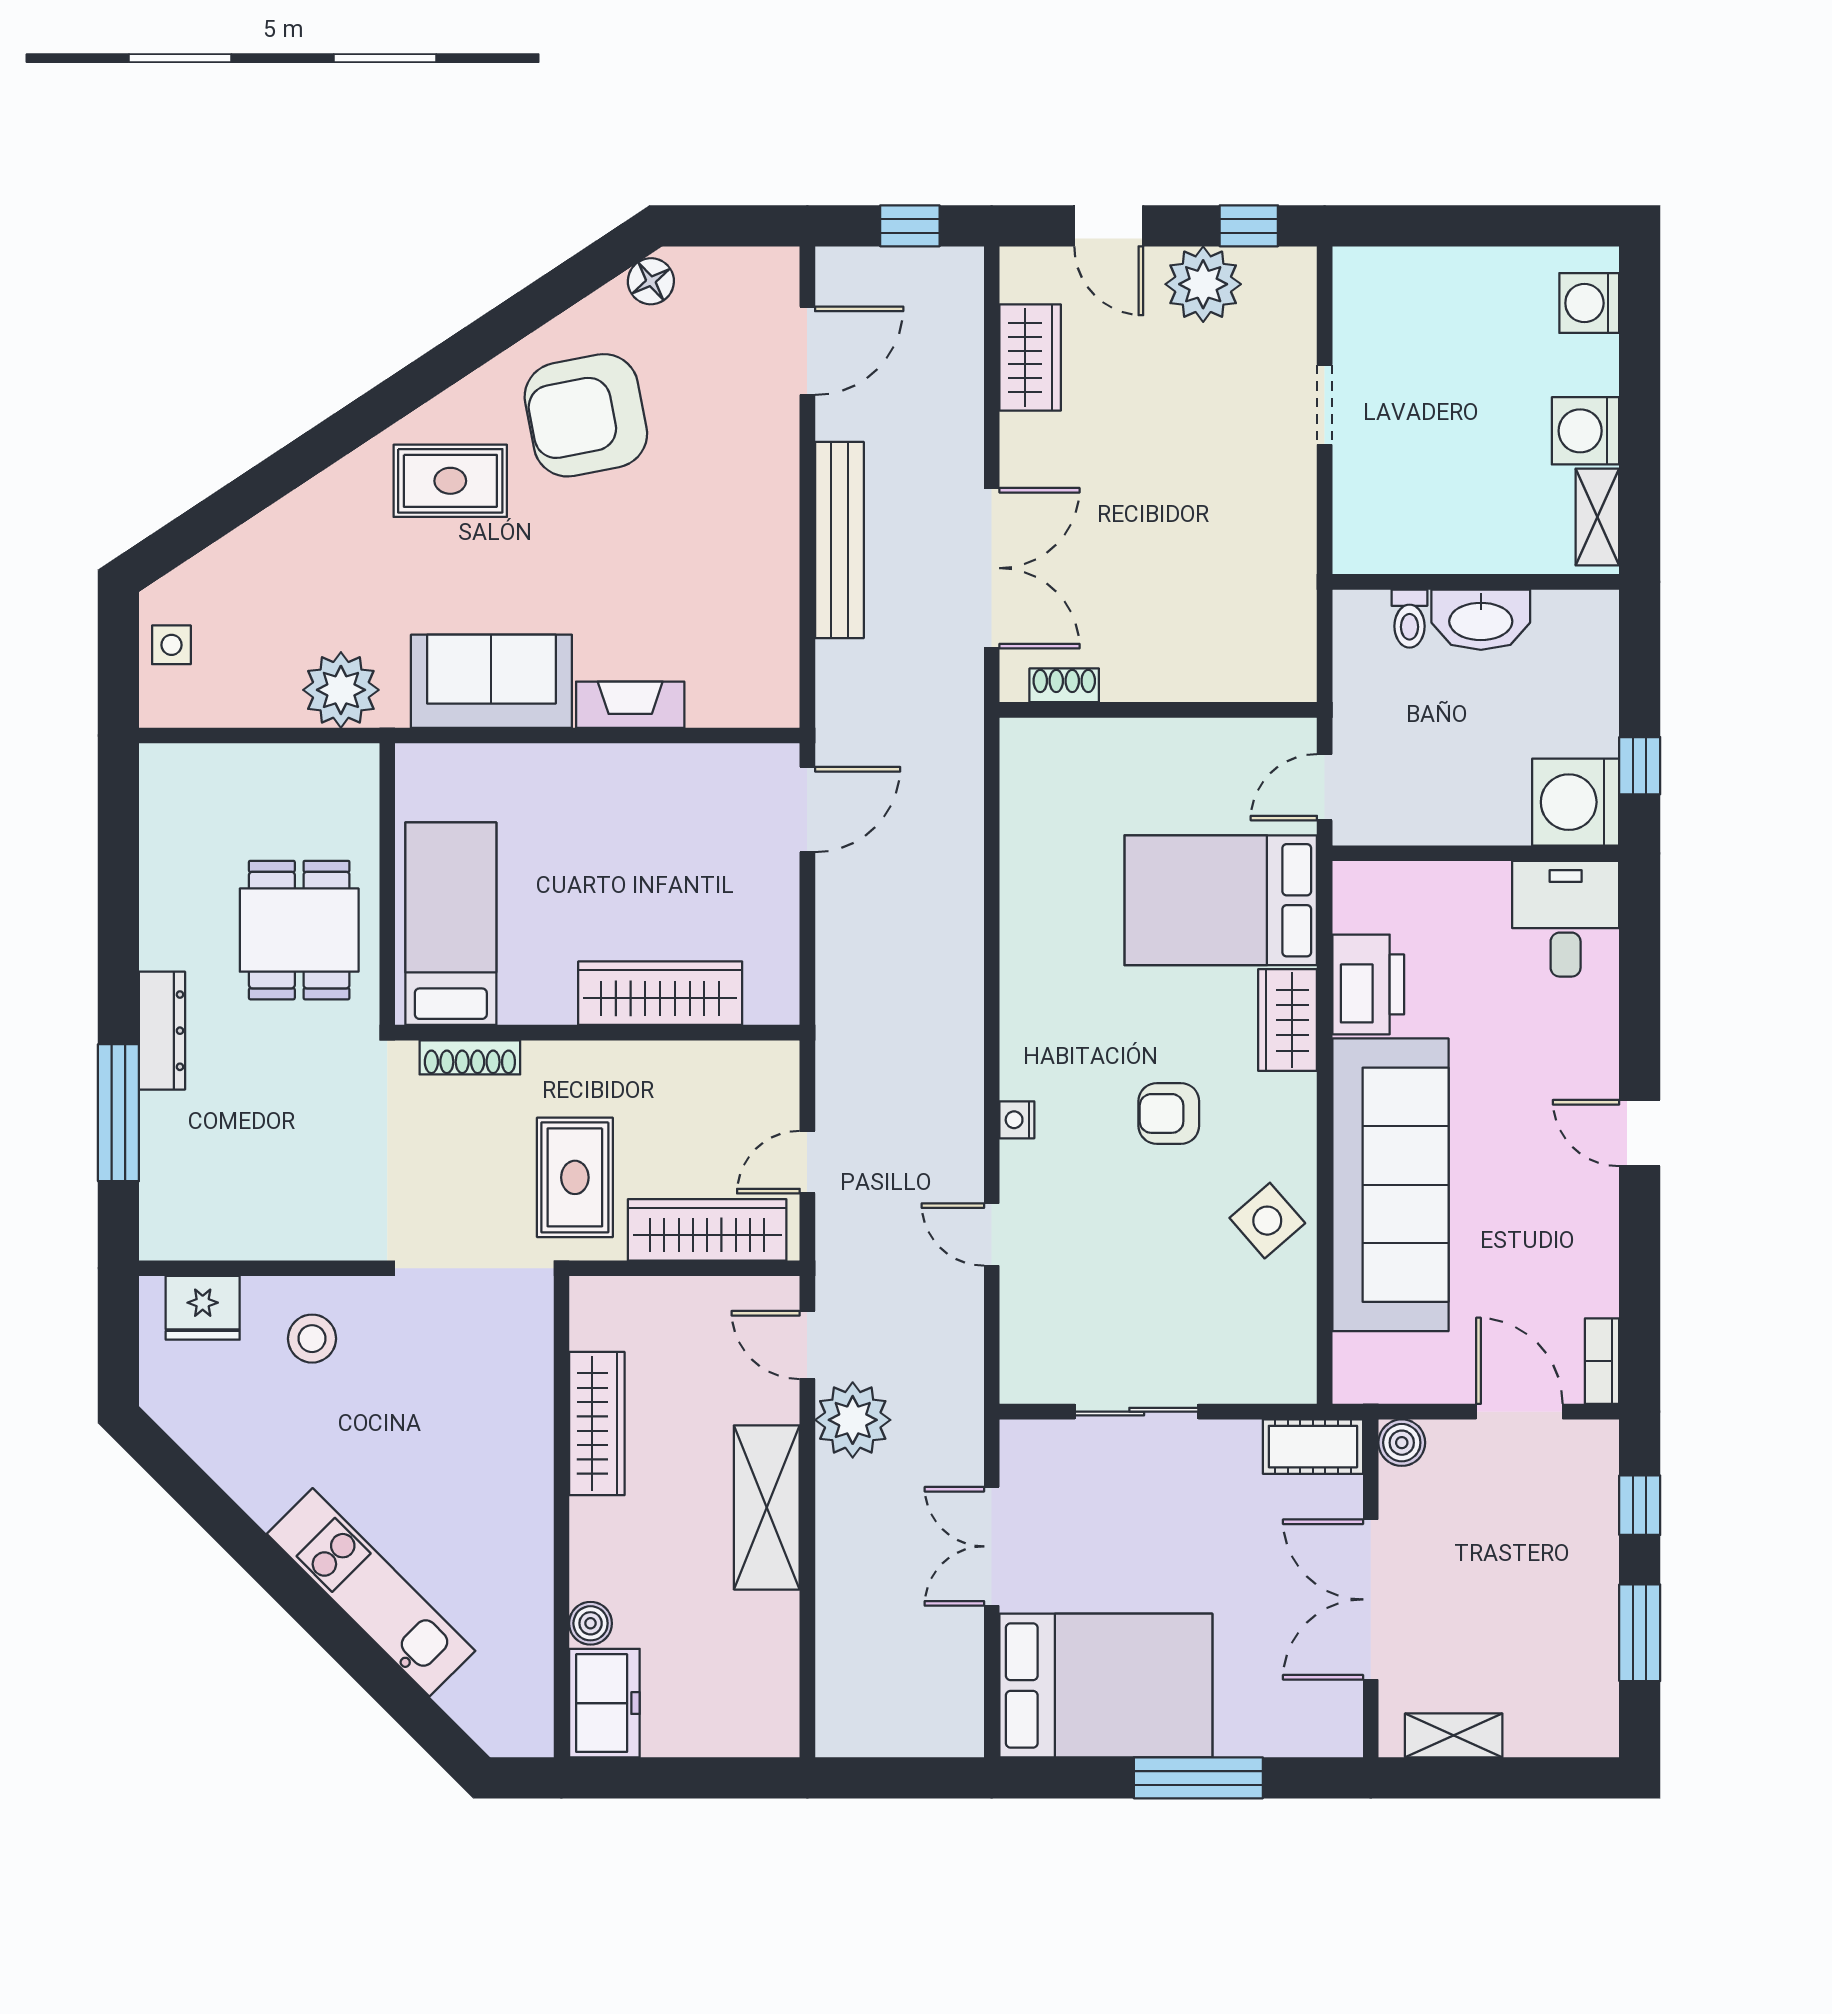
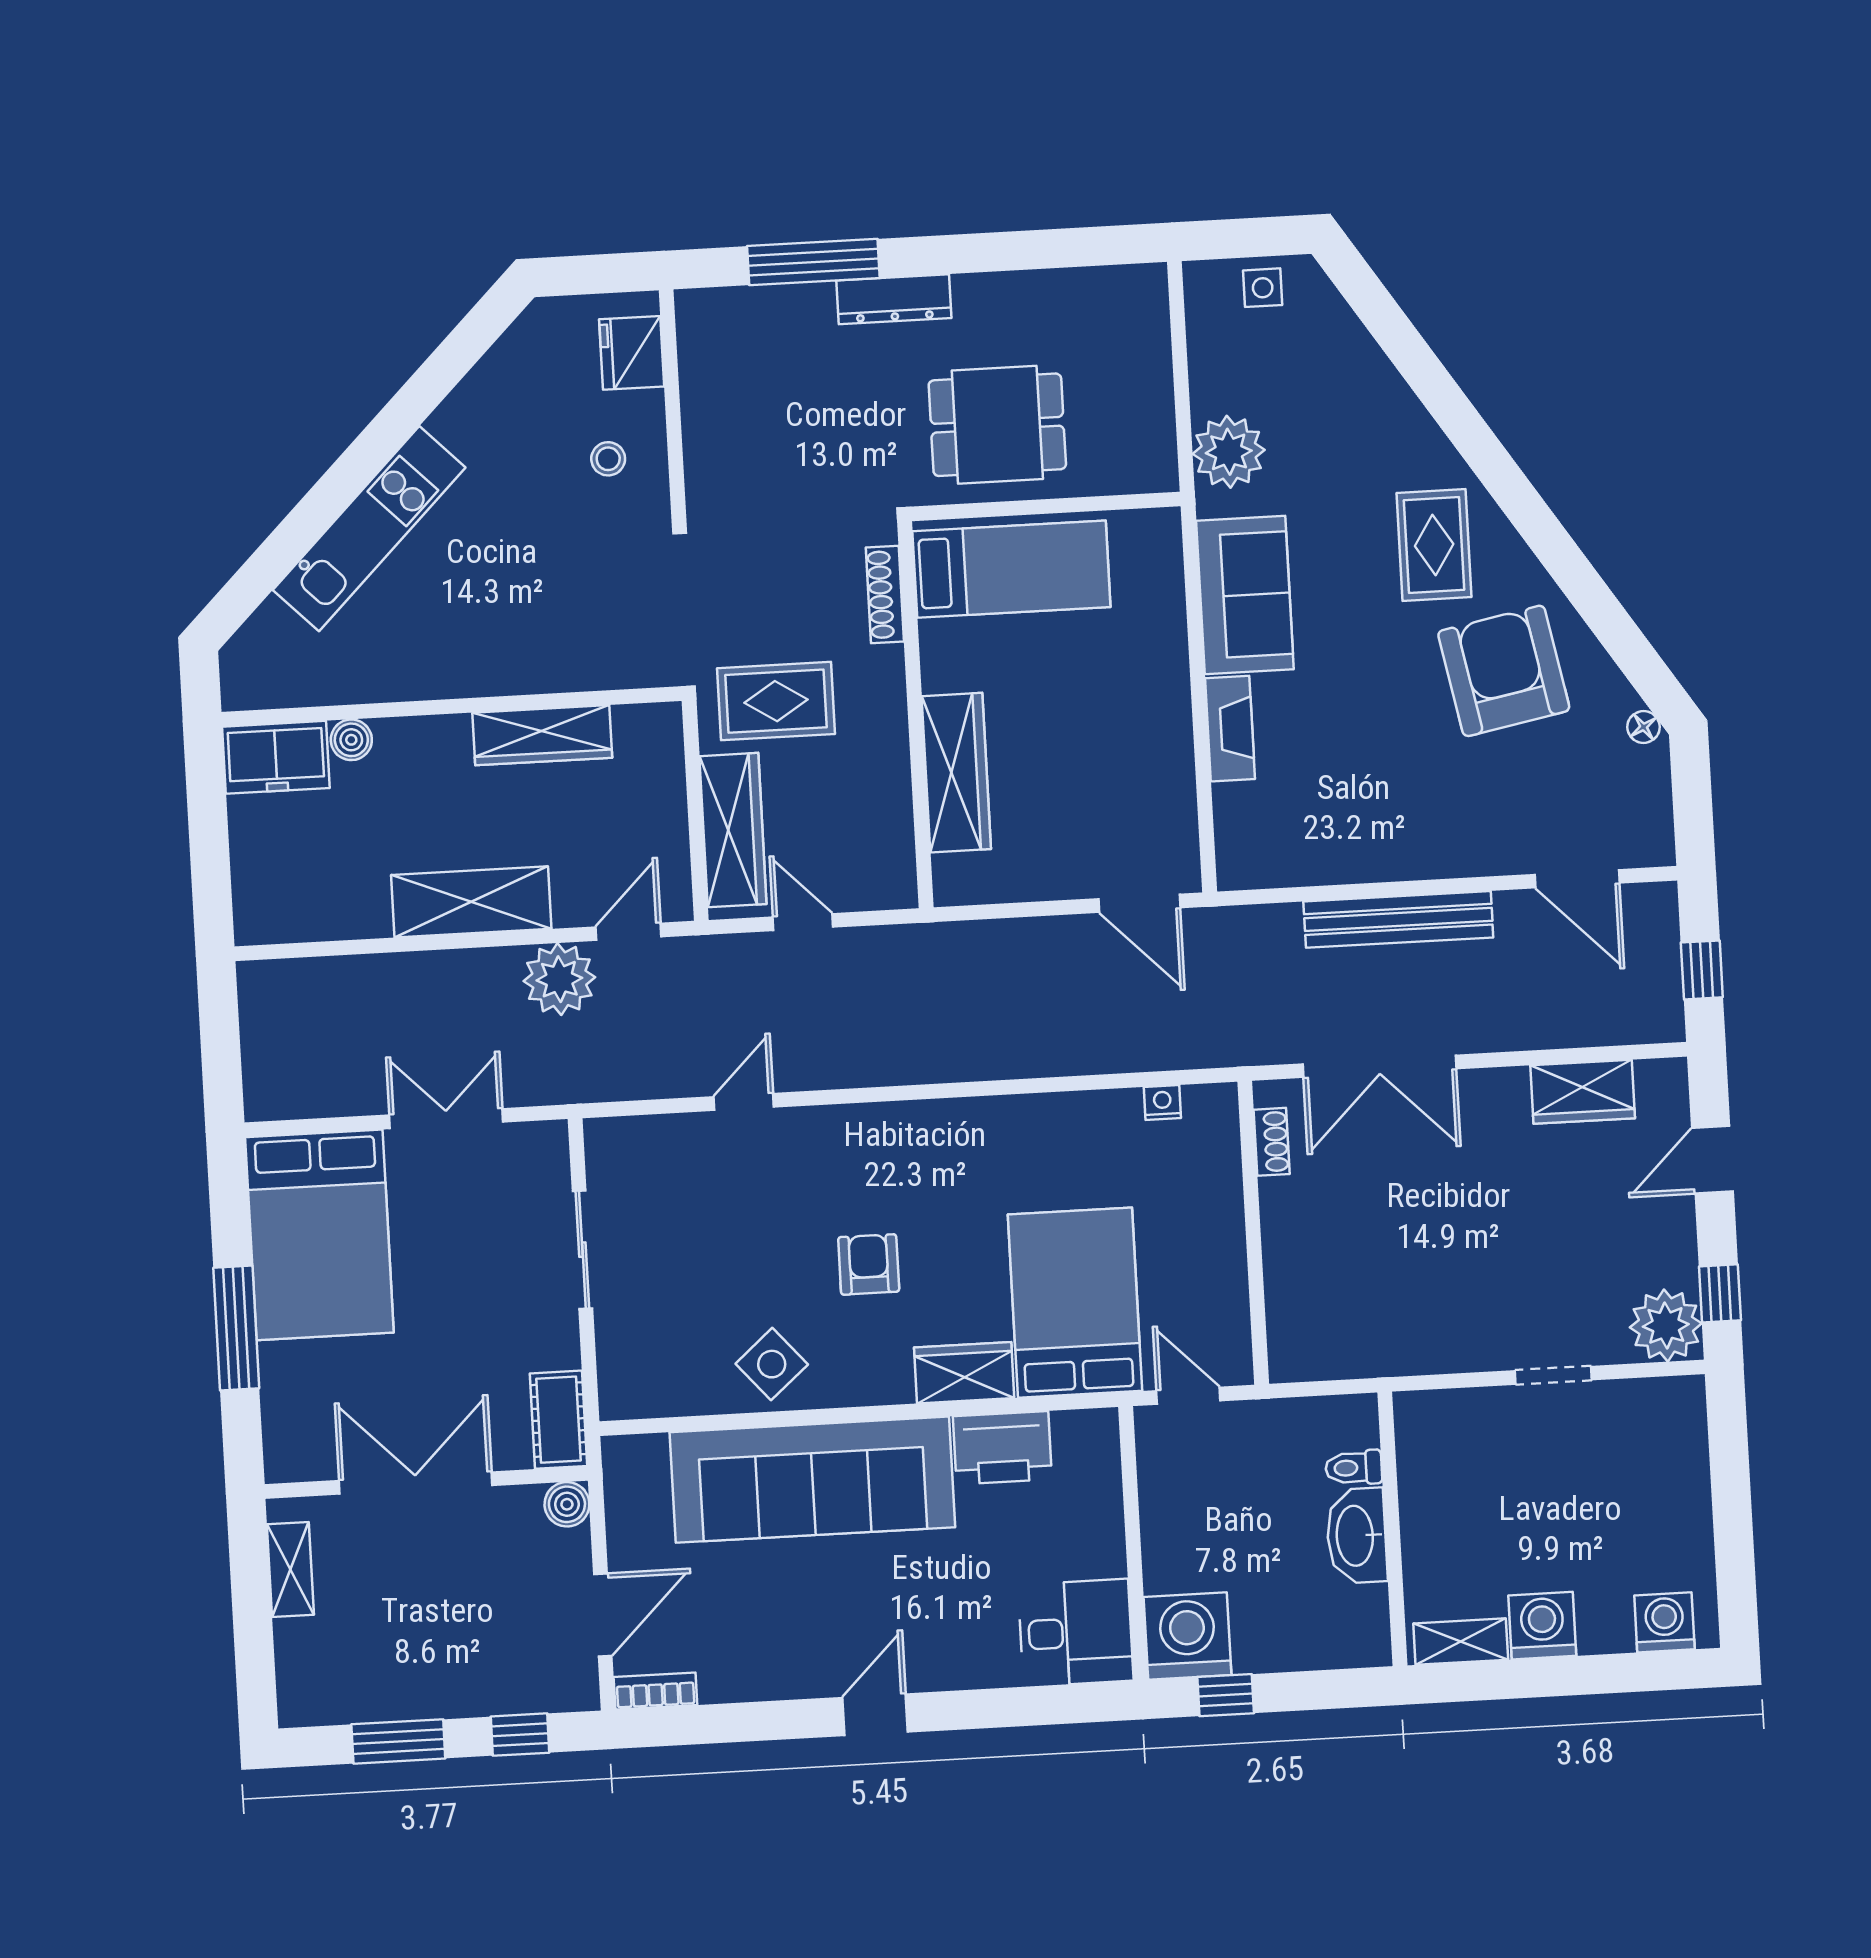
floor lamp: (651, 281) -> (1644, 727), width x0.73, depth x0.73
plant: (1203, 284) -> (1666, 1325), moved
nightstand: (1017, 1120) -> (1162, 1103), moved
stool: (312, 1339) -> (608, 459), width x0.73, depth x0.73

